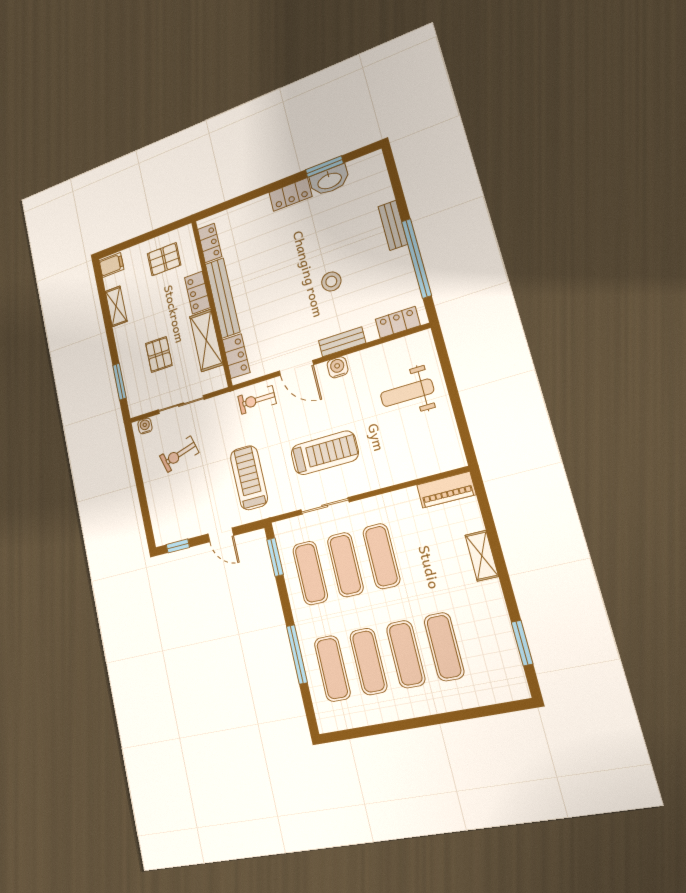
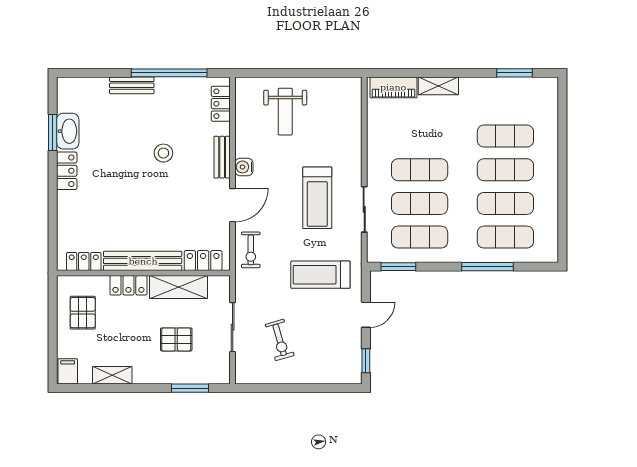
water cooler: (145, 426) -> (242, 370), removed
treadmill: (325, 453) -> (317, 198), turned 180
piano: (446, 490) -> (393, 87), moved, turned 90

